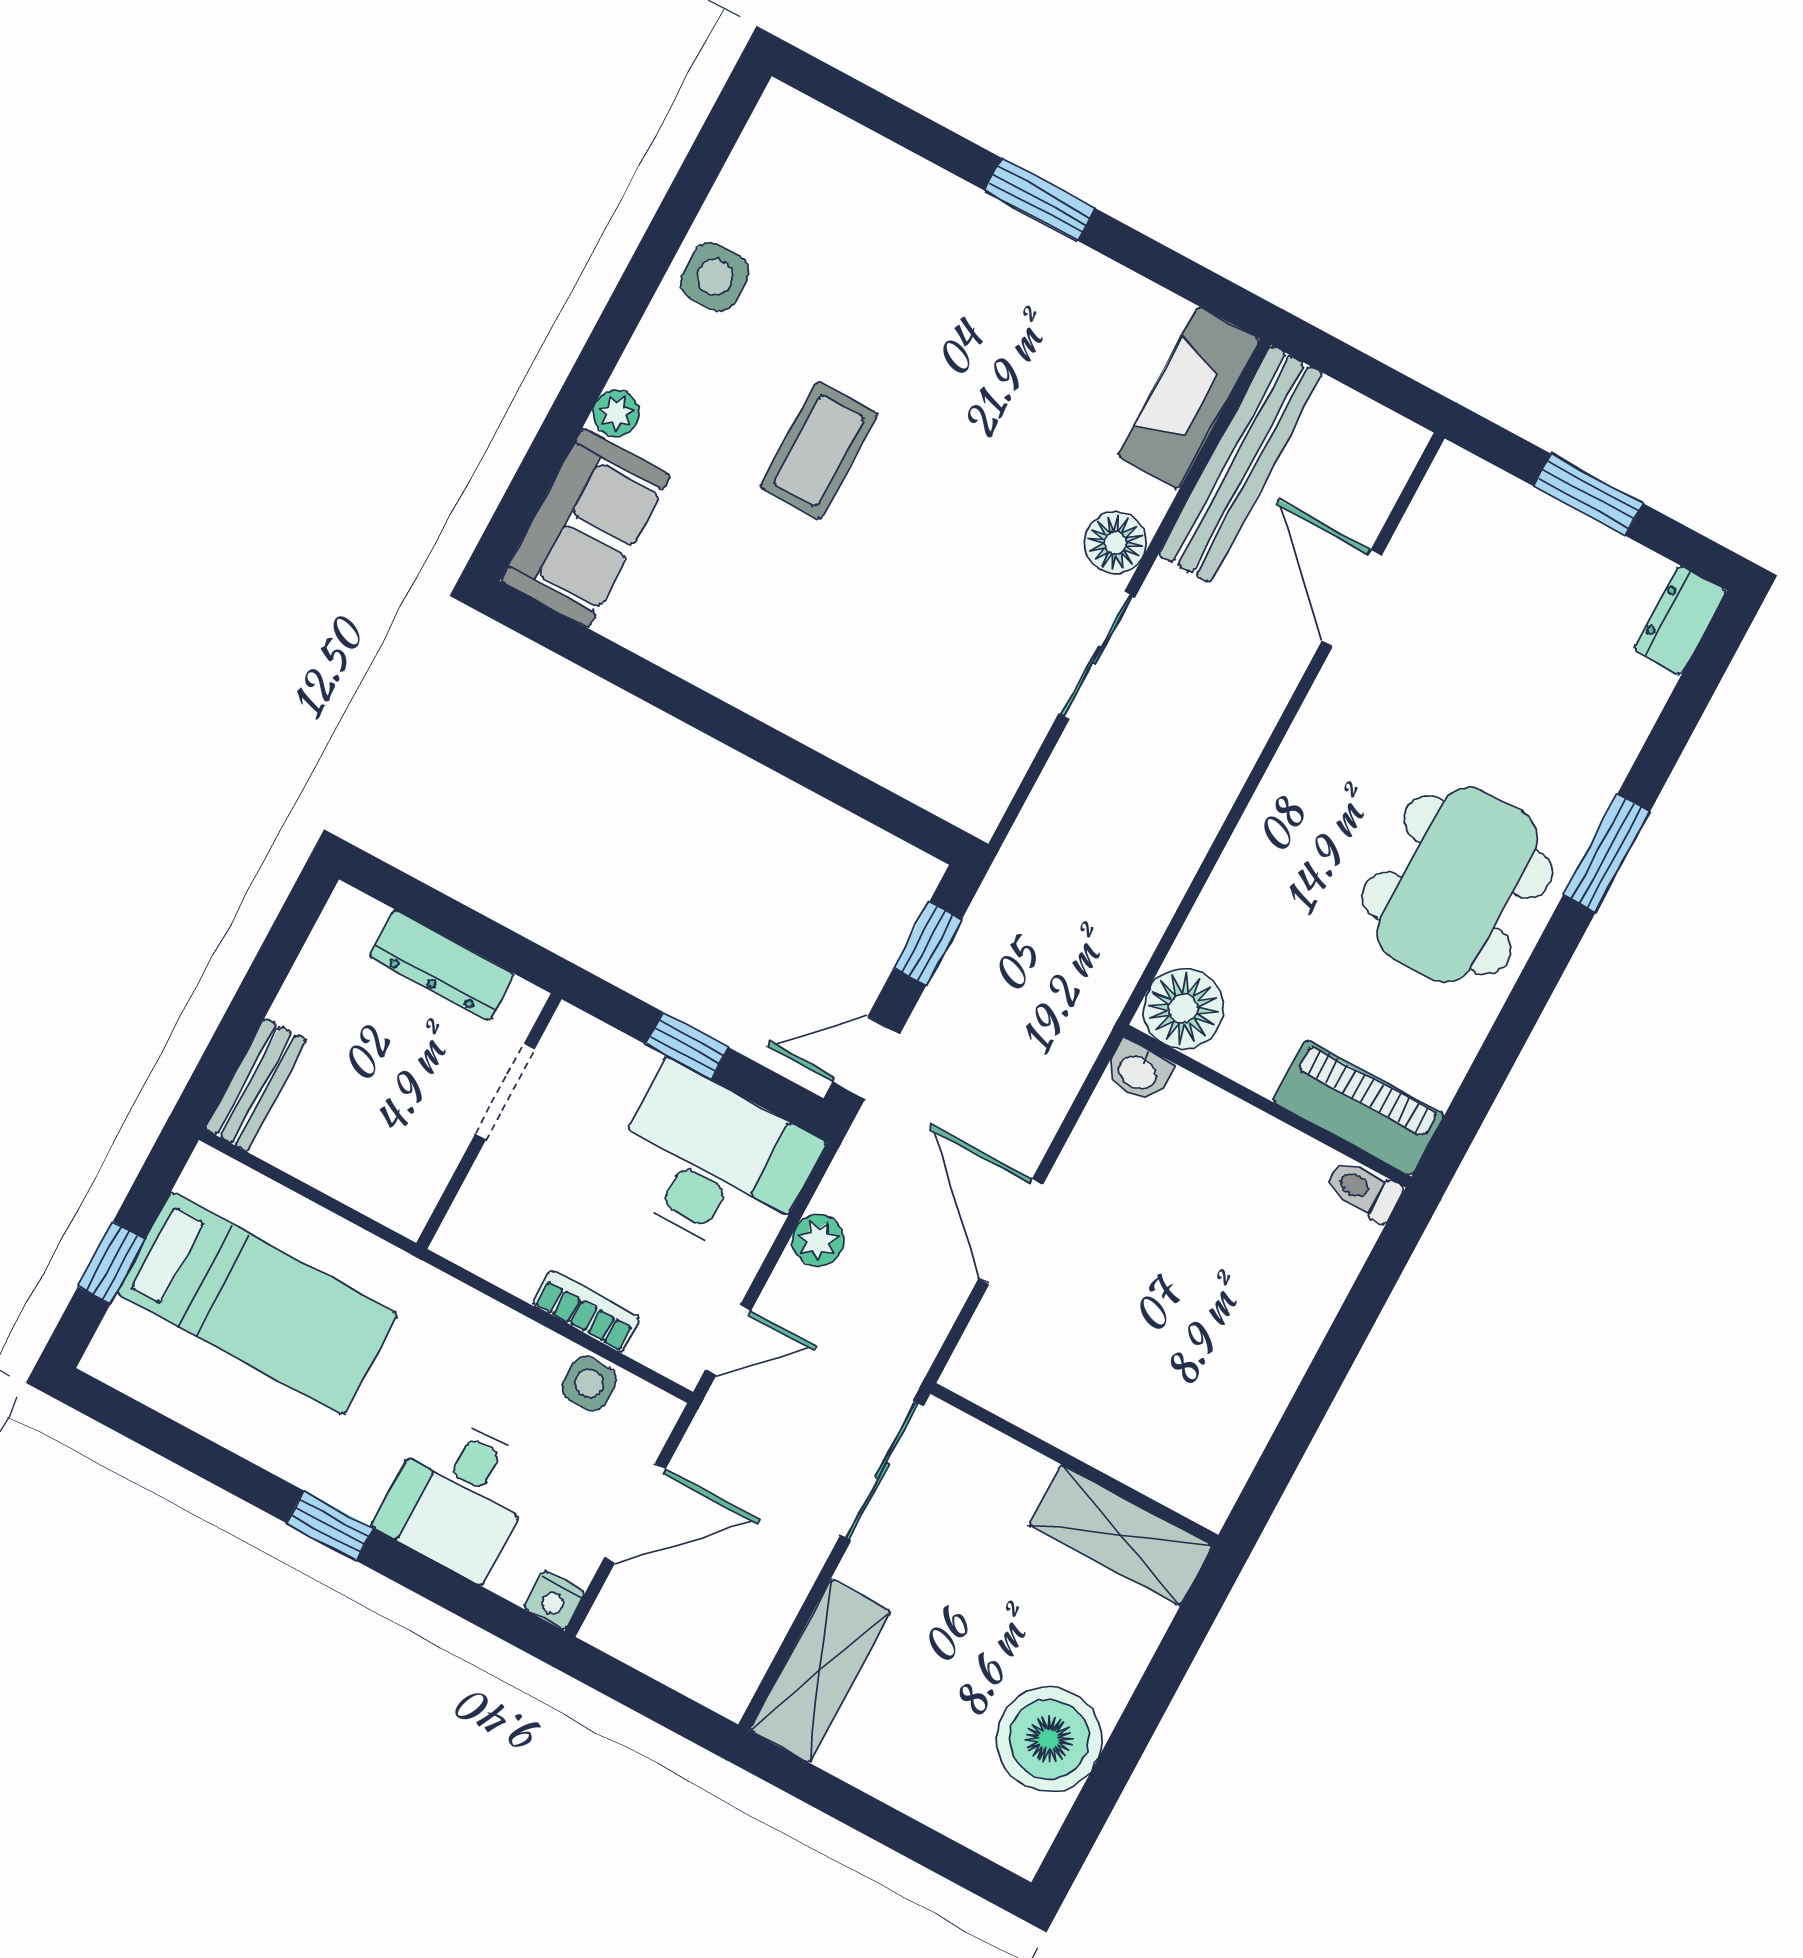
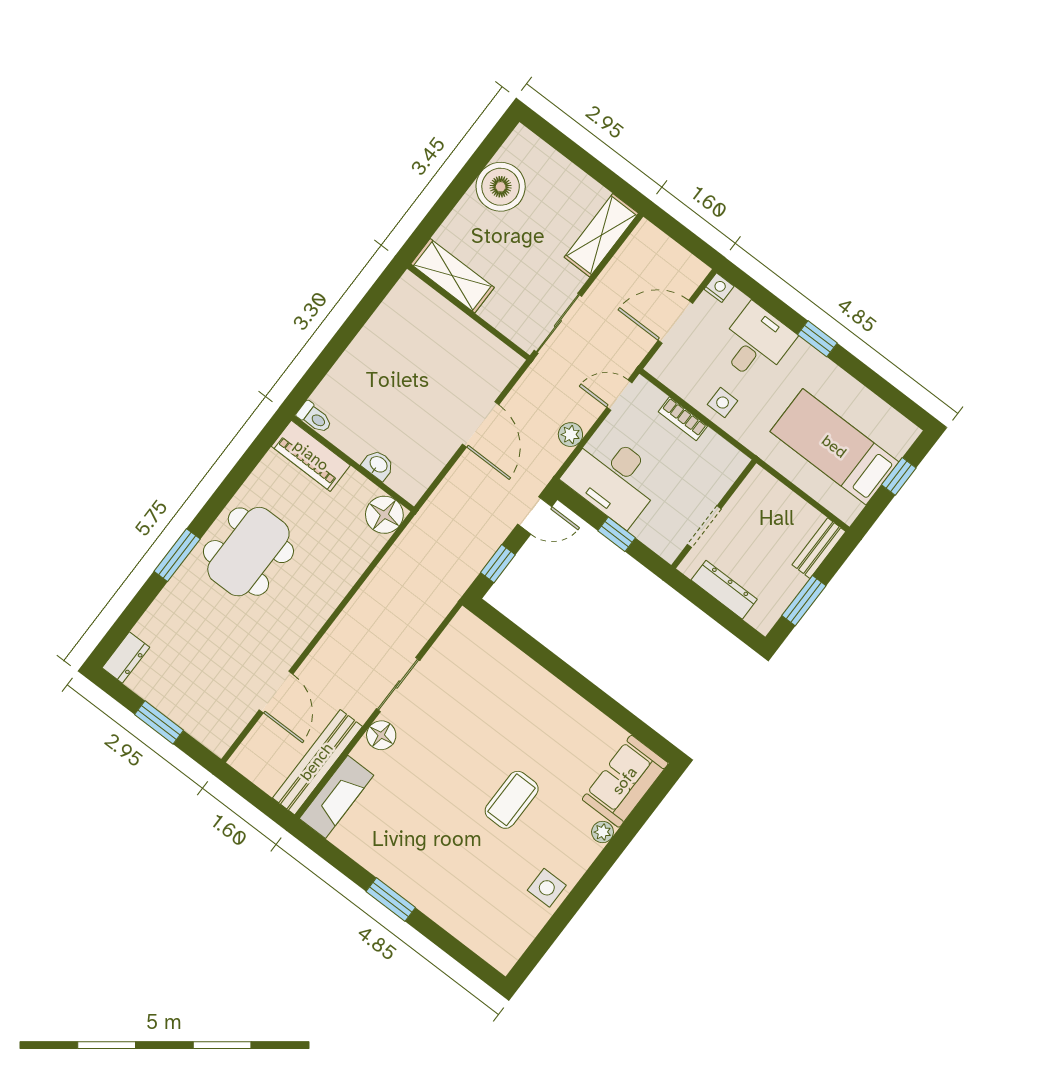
window: (270, 969) -> (804, 601), added
washbasin: (1138, 1071) -> (378, 465), moved
side table: (589, 1383) -> (723, 403), moved

